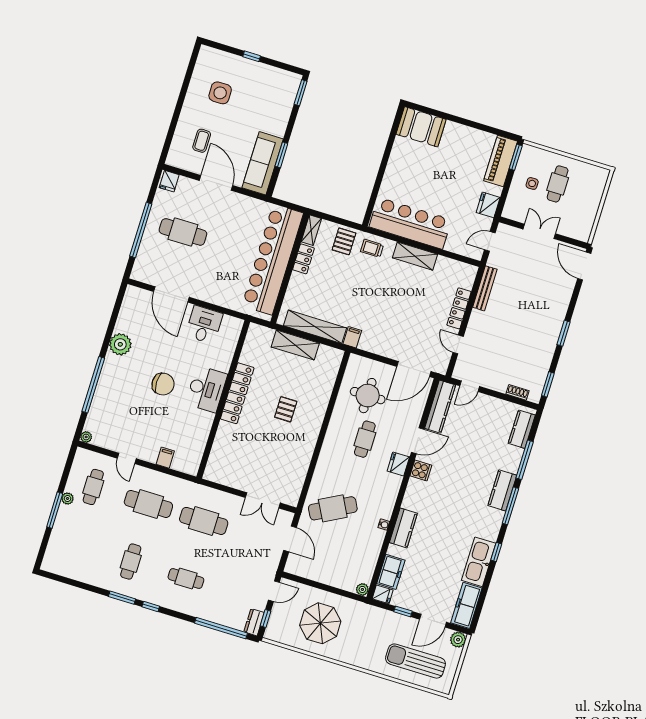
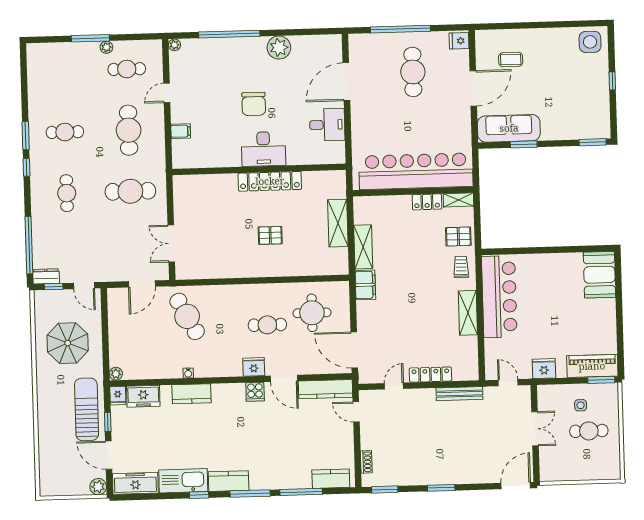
side table: (220, 93) -> (590, 42), moved
shelving: (315, 327) -> (363, 247), width x0.68
filing cabinet: (352, 337) -> (365, 285), width x2.00
kitchen counter: (502, 490) -> (229, 481), moved
cafe table: (204, 521) -> (130, 191), turned 90
sun lounger: (416, 661) -> (87, 409), moved

